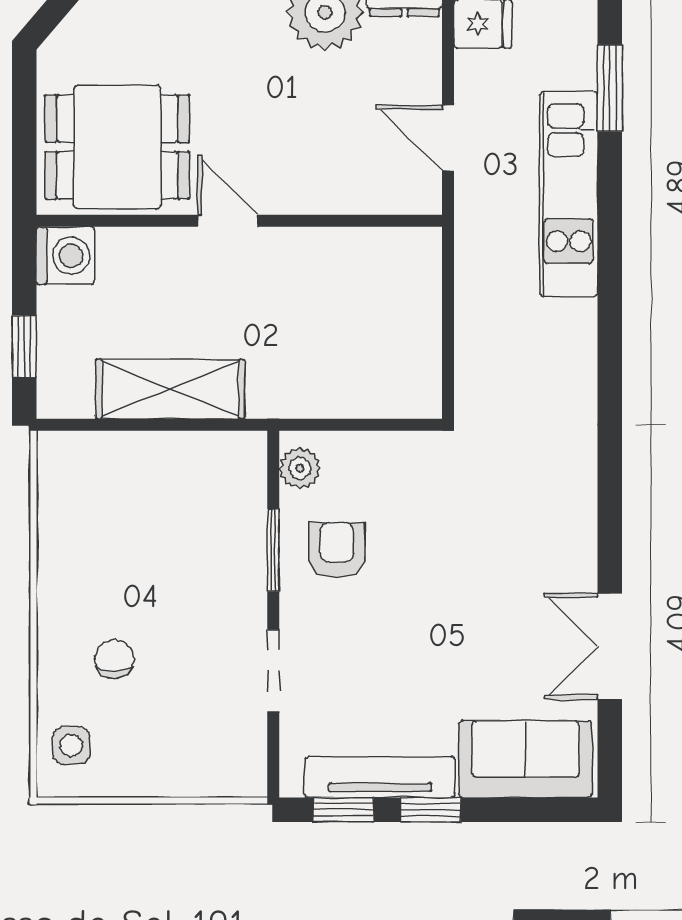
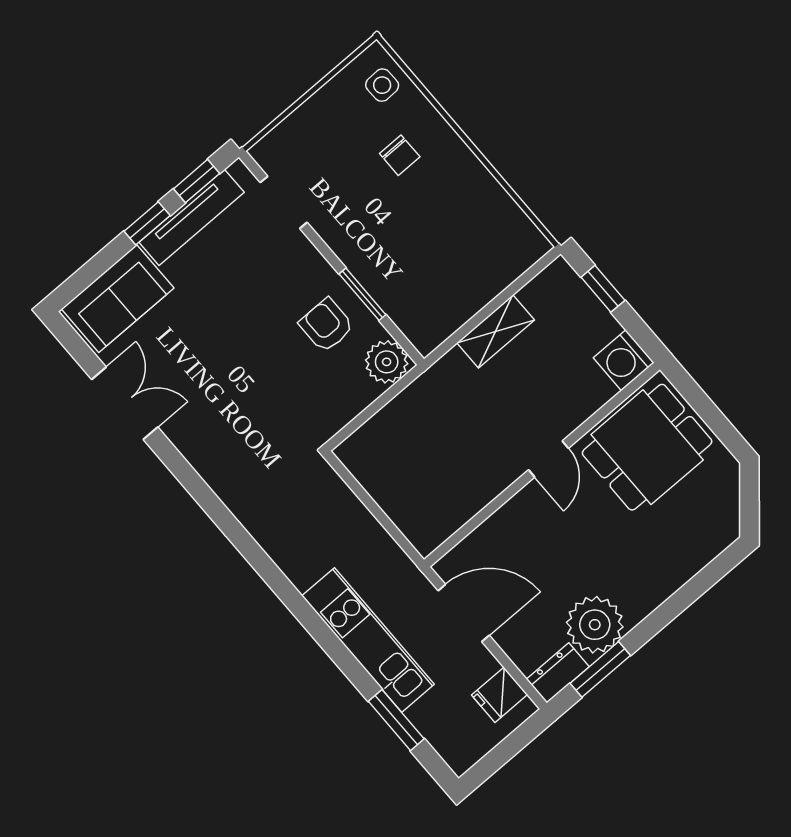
door: (448, 138) -> (464, 613), width x1.38
door: (228, 221) -> (549, 459), hinge flipped
shelving: (170, 389) -> (496, 331), width x0.67, depth x0.75
plant: (300, 468) -> (387, 362), width x1.38, depth x1.38
armchair: (337, 550) -> (326, 325), turned 180
doorway: (273, 671) -> (284, 202), moved

